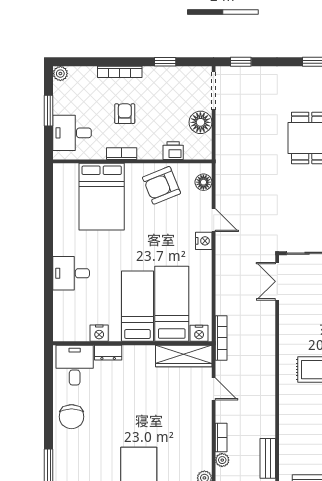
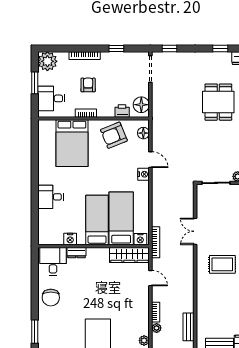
plant: (60, 74) -> (47, 61), width x1.87, depth x1.87
floor lamp: (200, 122) -> (141, 105), moved
double door: (277, 281) -> (195, 231), moved

